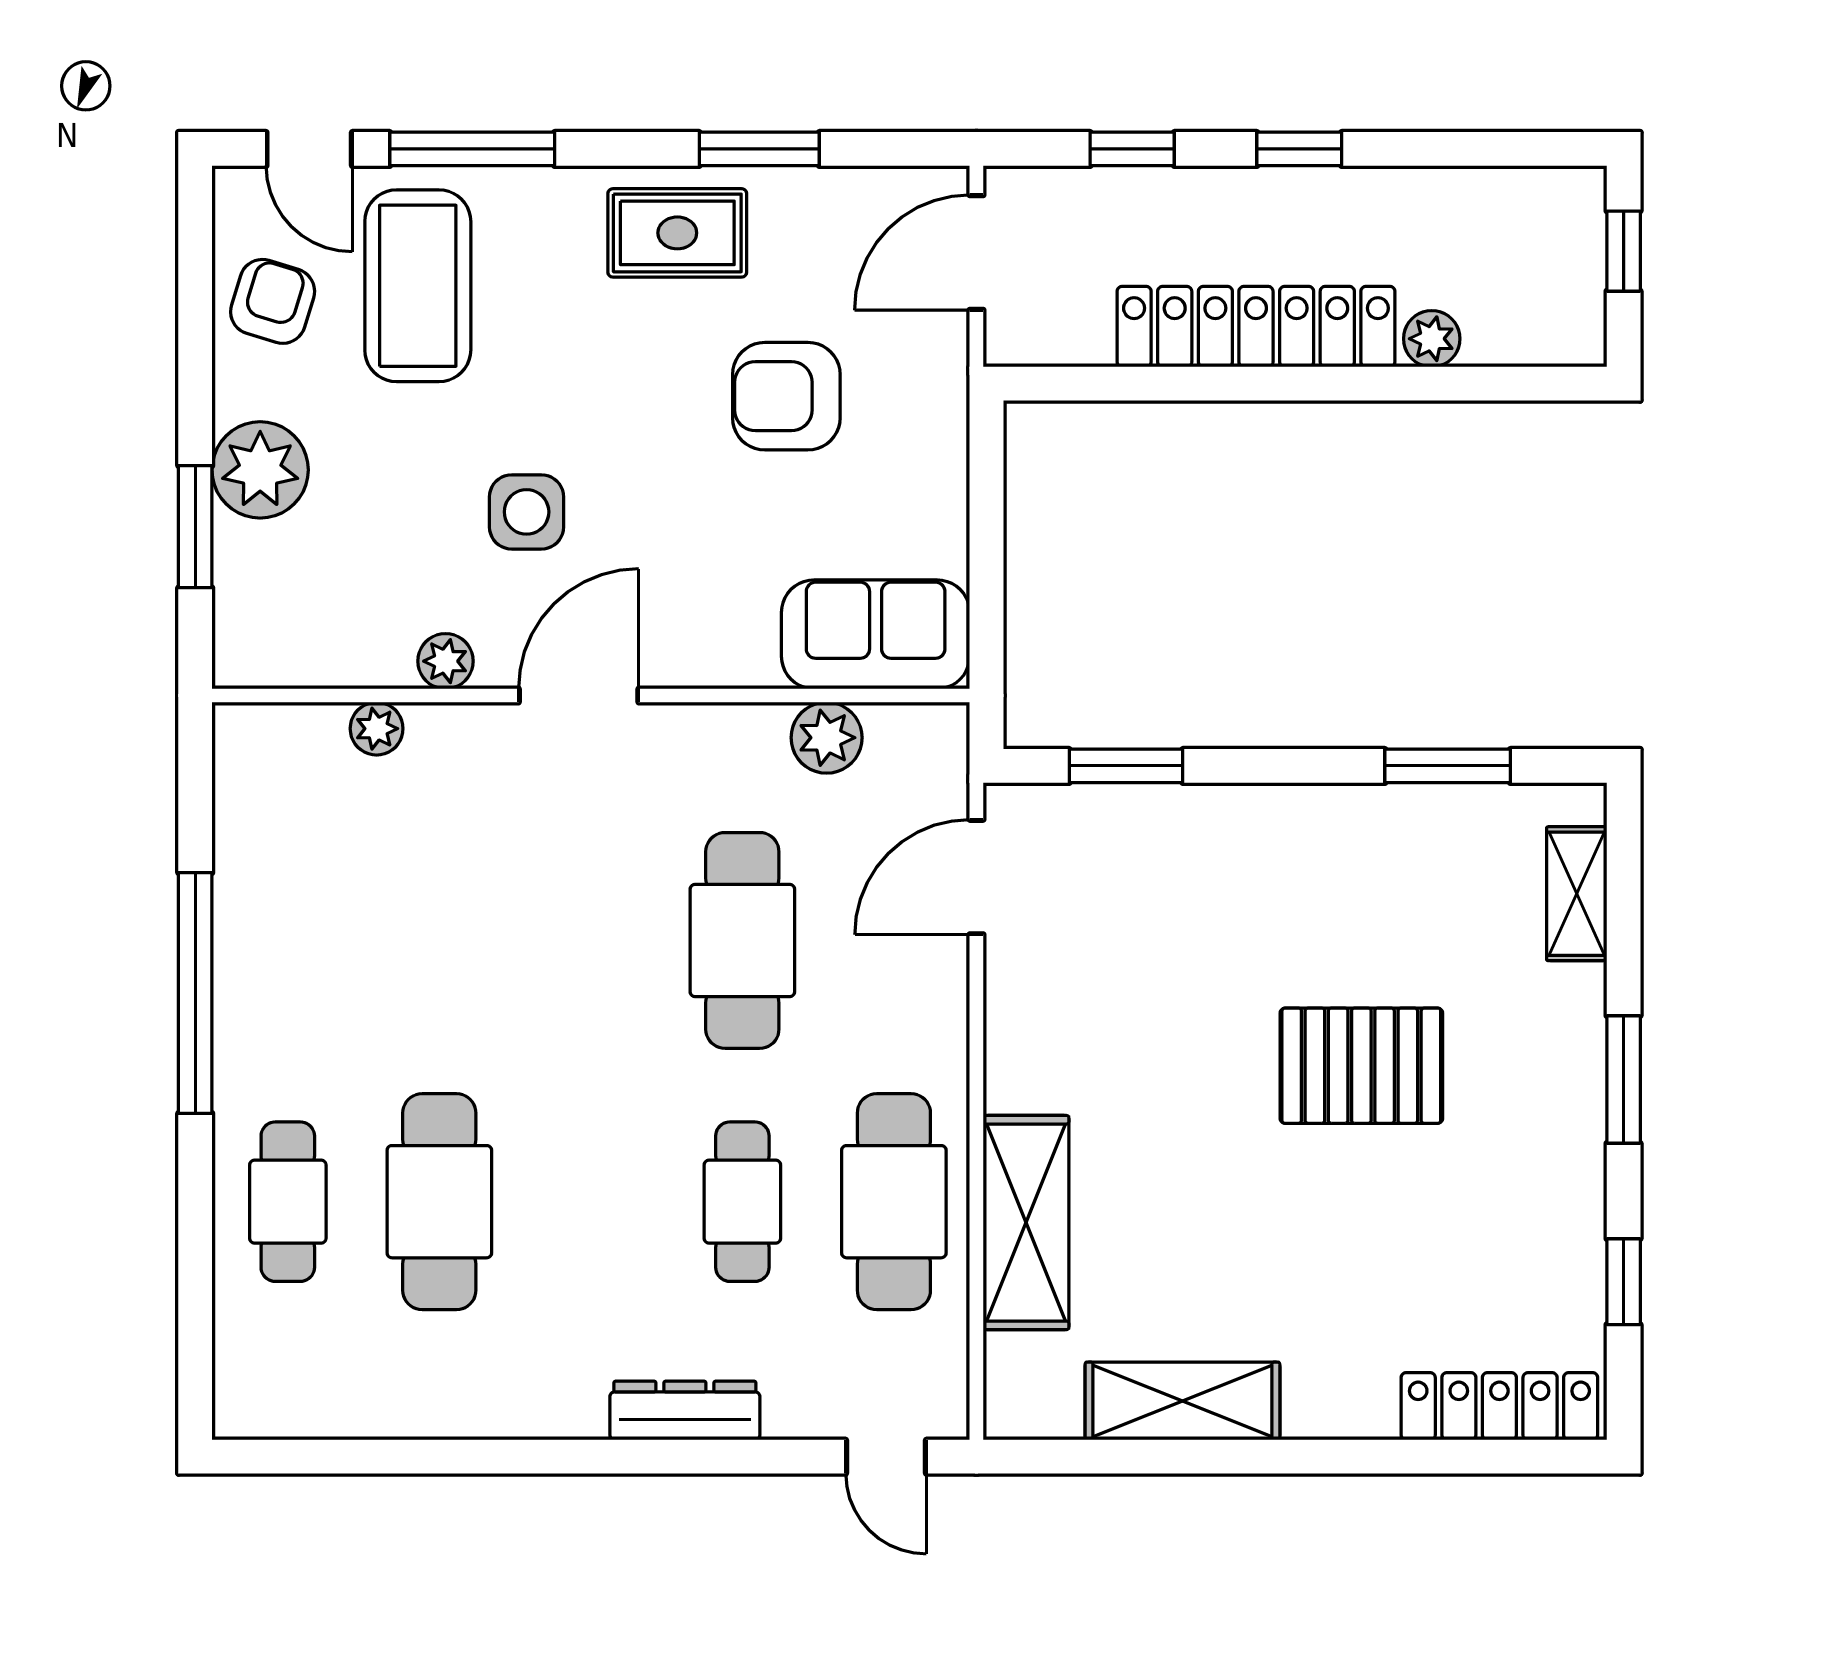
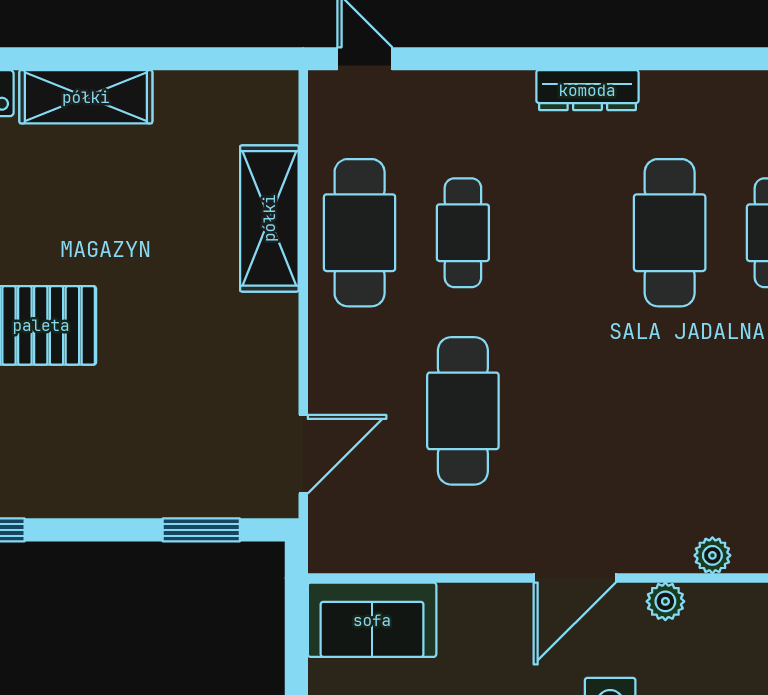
plant: (827, 738) -> (405, 549), removed
shelving: (1182, 1401) -> (86, 97), moved
dresser: (685, 1411) -> (587, 90), moved

